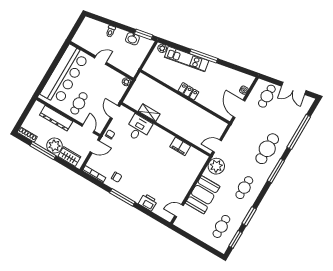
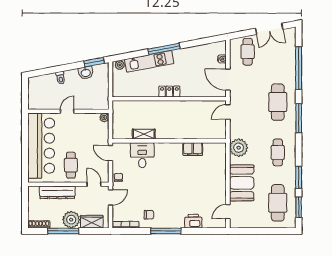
door: (217, 146) -> (228, 112), moved
cafe table: (221, 226) -> (278, 203), width x1.37, depth x1.35

